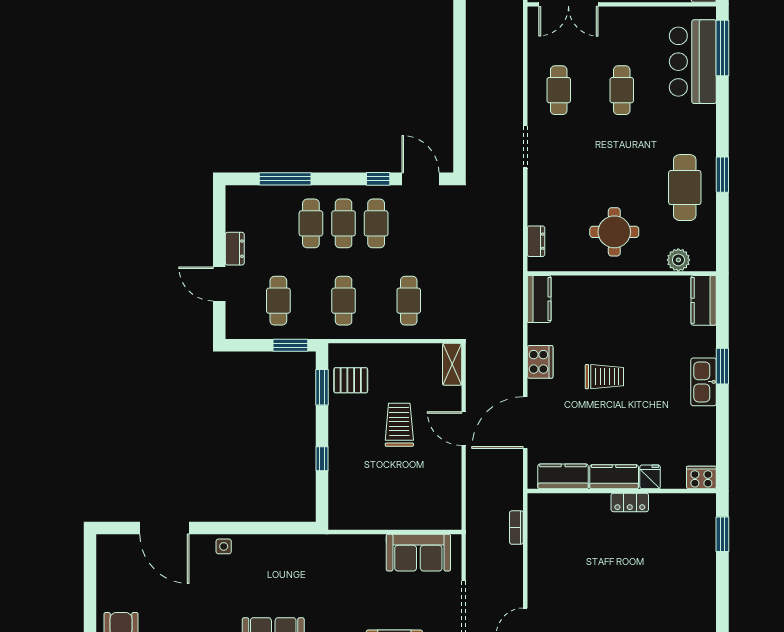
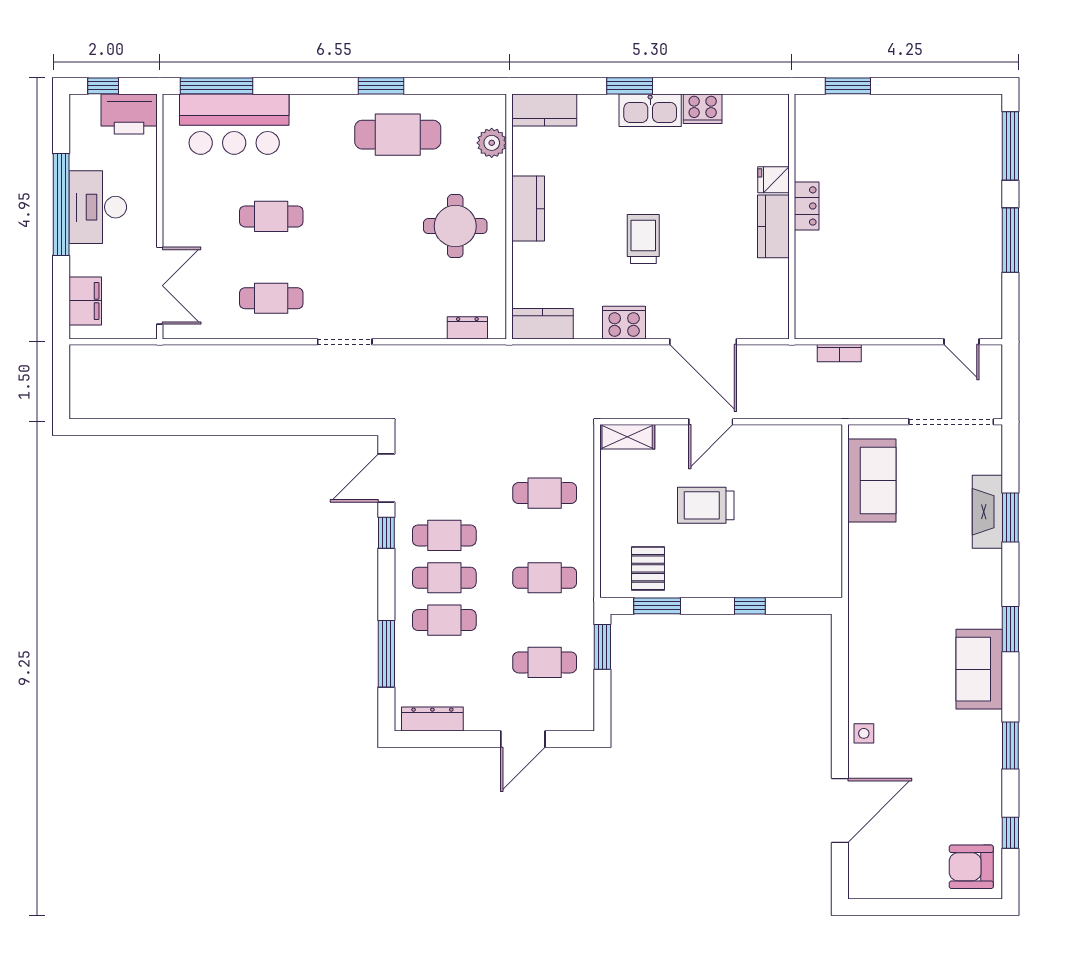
dresser: (235, 249) -> (432, 719), moved, width x1.44
kitchen counter: (563, 476) -> (528, 209), moved, turned 180
cooker: (701, 477) -> (703, 109), moved, turned -90

